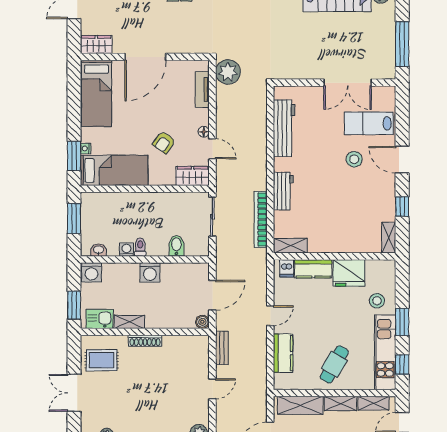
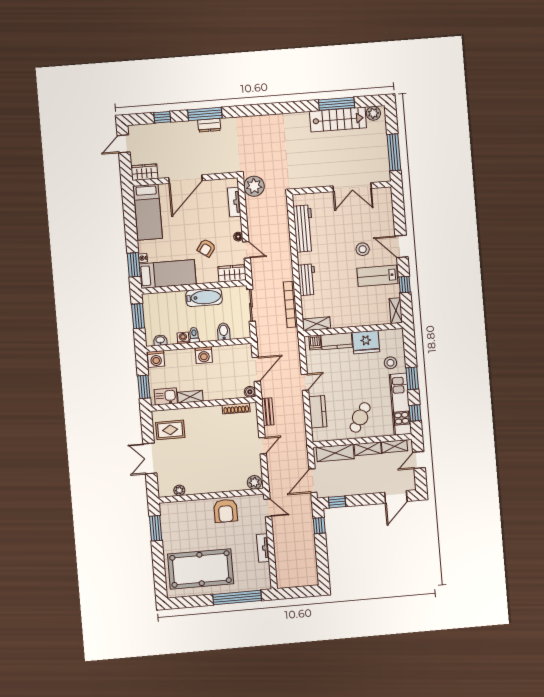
lab bench: (369, 123) -> (377, 276), moved
bathtub: (156, 202) -> (204, 297), added
shoe rack: (145, 341) -> (236, 408), moved

